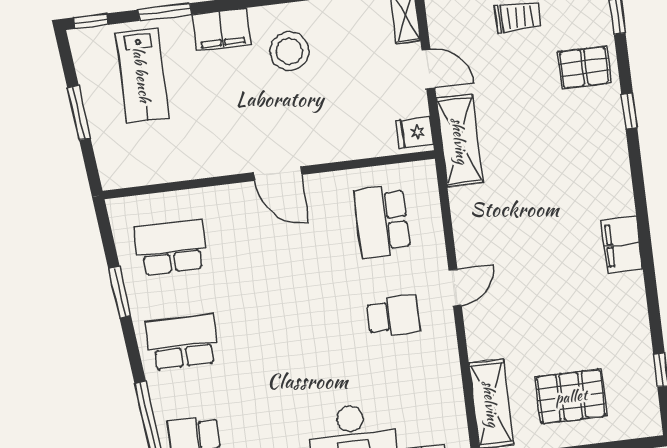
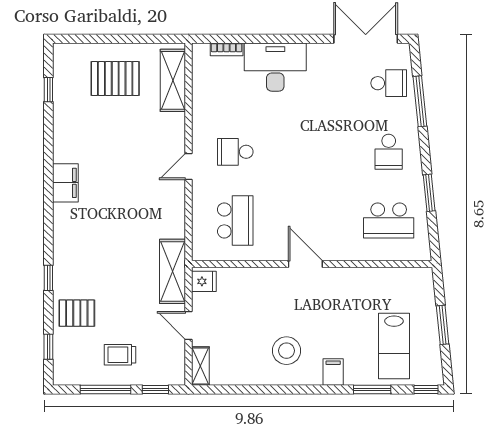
filing cabinet: (222, 30) -> (333, 372), width x0.50
lab bench: (142, 75) -> (394, 346), turned 180
school desk: (182, 342) -> (389, 152), width x0.54

